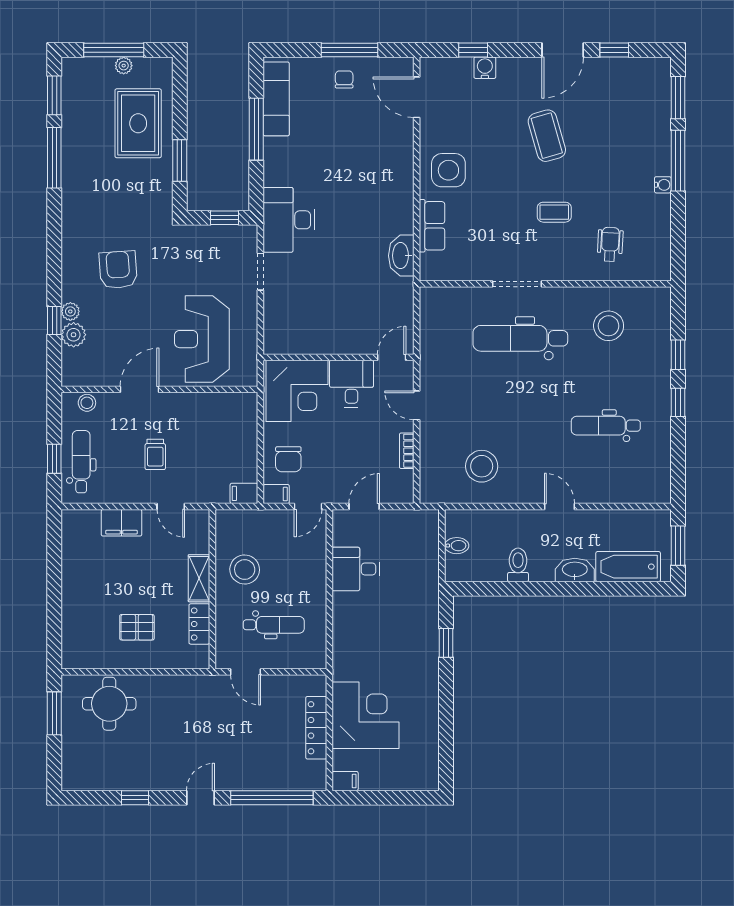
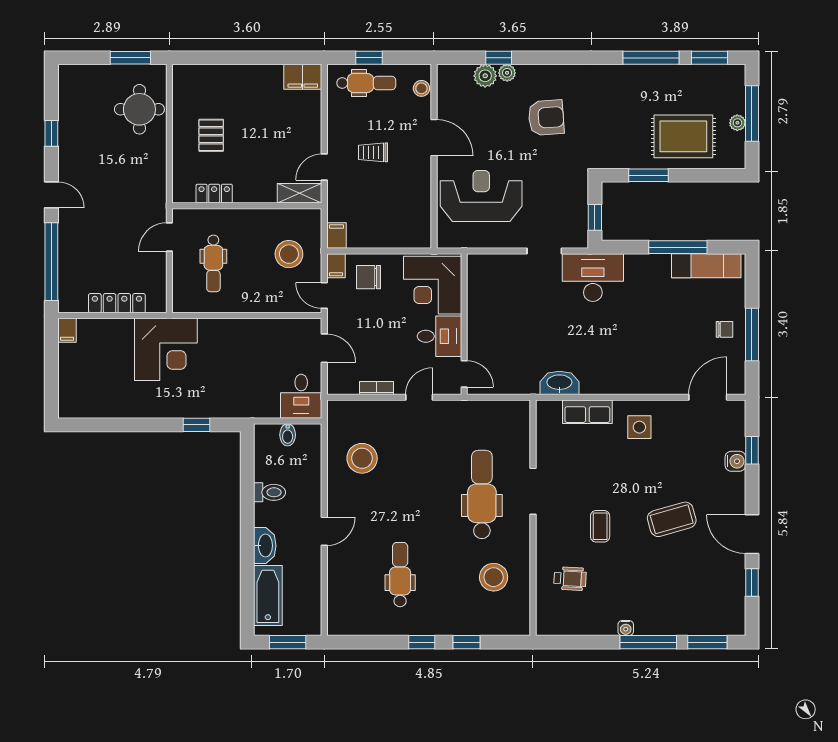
side table: (448, 170) -> (639, 427), width x0.73, depth x0.73
filing cabinet: (121, 523) -> (303, 77), moved, turned -90
desk: (356, 569) -> (301, 396), moved, turned 180
stool: (245, 570) -> (289, 254), moved
shelving: (199, 578) -> (300, 193), moved
corner desk: (365, 715) -> (166, 349), moved

